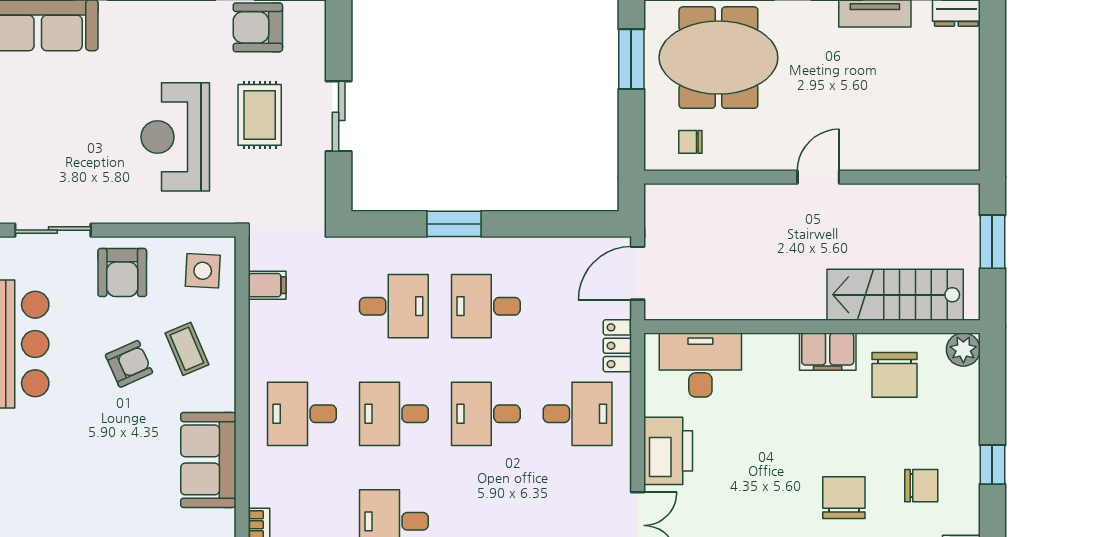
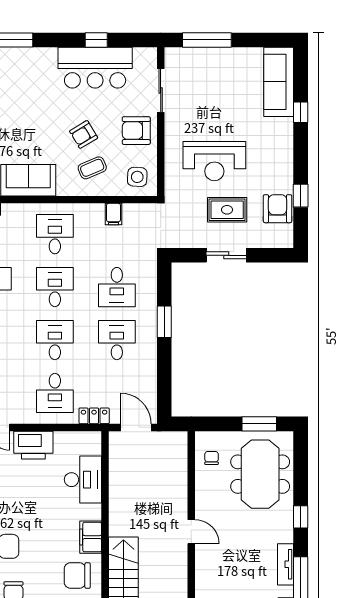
reception desk: (175, 137) -> (214, 161), turned 180
filing cabinet: (267, 285) -> (113, 214), moved
armchair: (129, 364) -> (84, 134), turned 83
desk: (700, 365) -> (83, 480), moved

